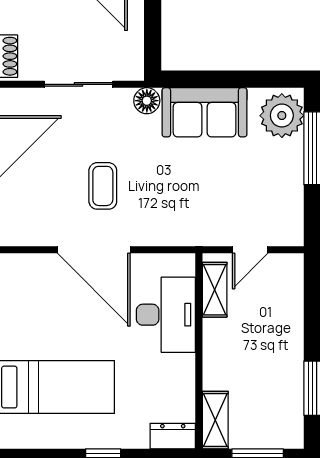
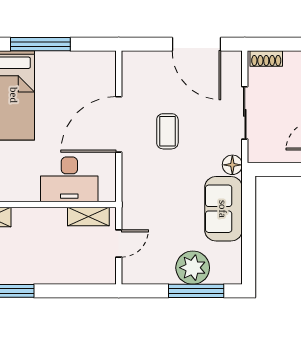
plant: (282, 116) -> (193, 268), moved
coffee table: (103, 186) -> (167, 131), turned 90
door: (250, 250) -> (119, 243), swing flipped

